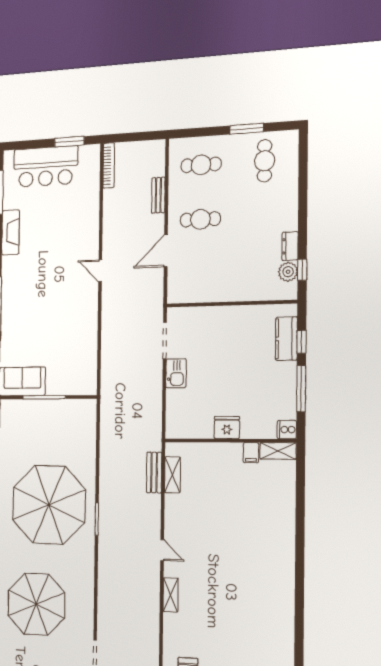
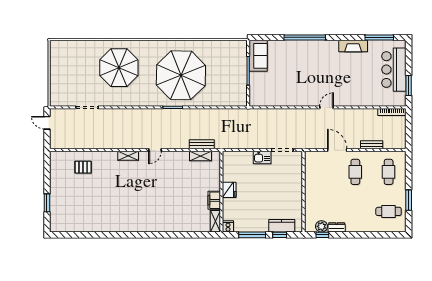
filing cabinet: (251, 453) -> (214, 200), width x2.00

